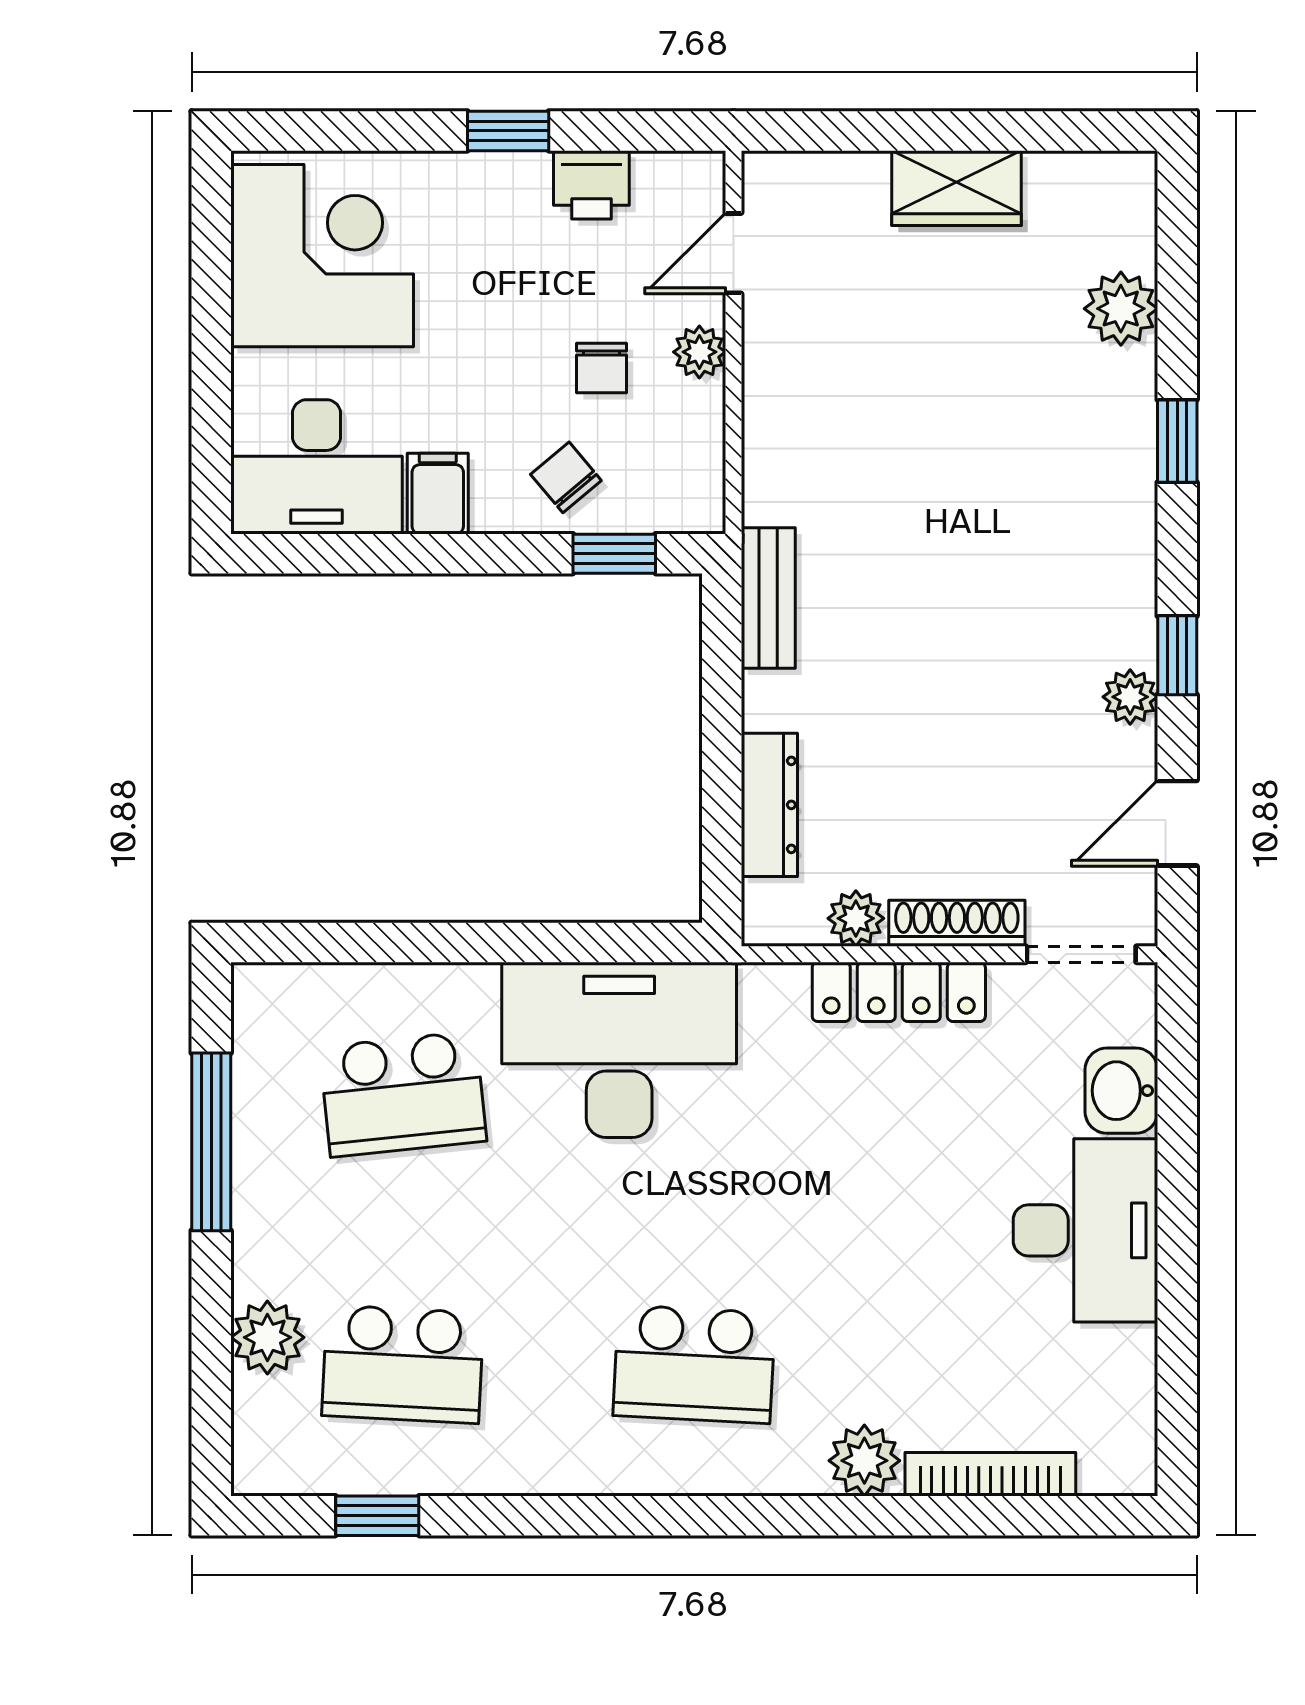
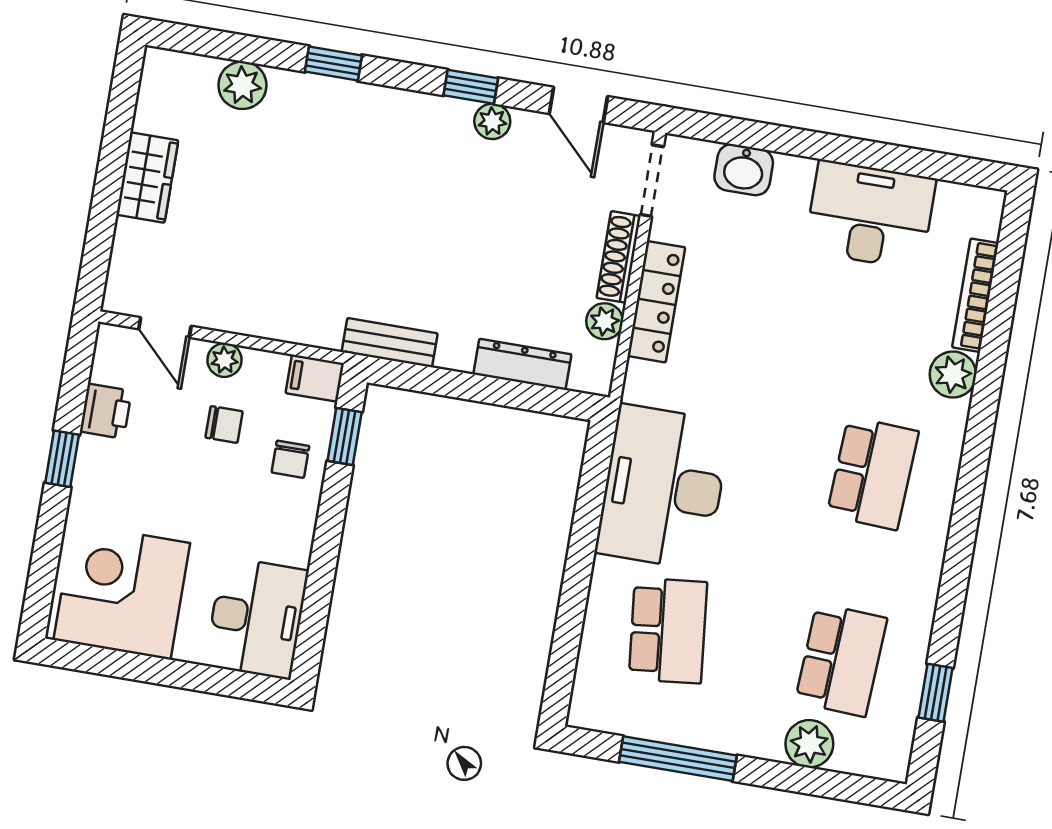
chair: (566, 477) -> (290, 459), turned -50
filing cabinet: (438, 494) -> (315, 378), moved
desk: (1085, 1230) -> (870, 215), moved

